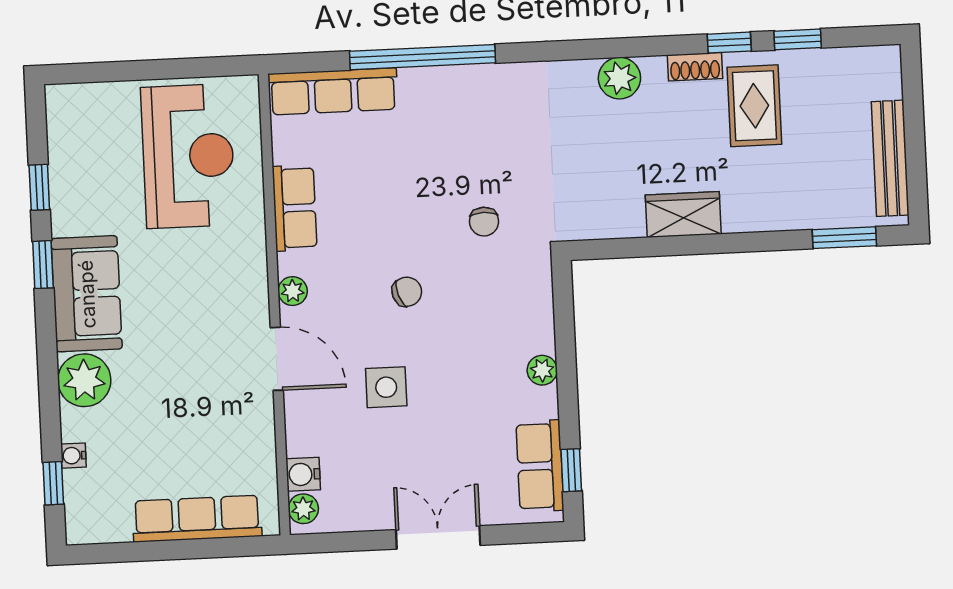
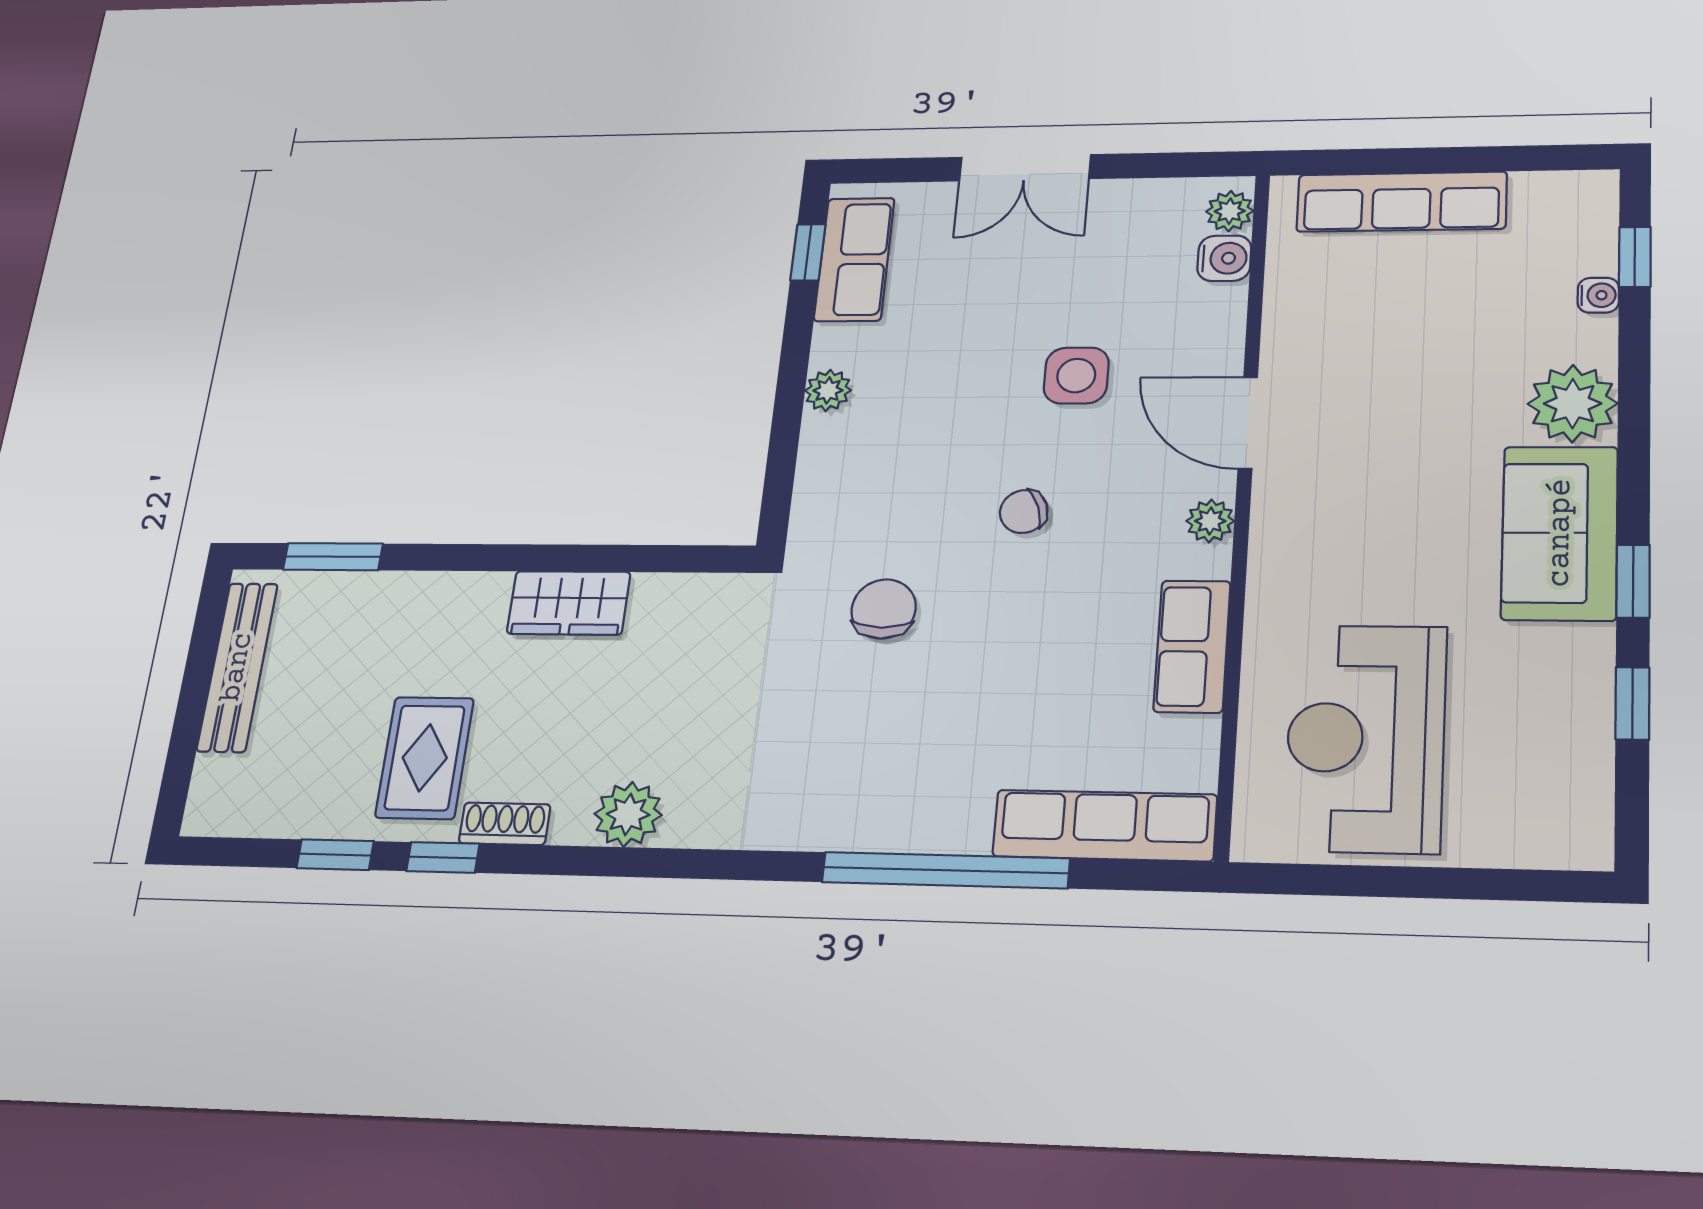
chair: (484, 222) -> (884, 609), width x1.37, depth x1.37

